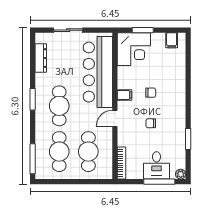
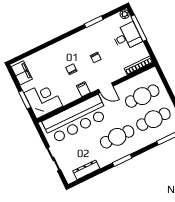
filing cabinet: (172, 40) -> (22, 73), width x2.00

